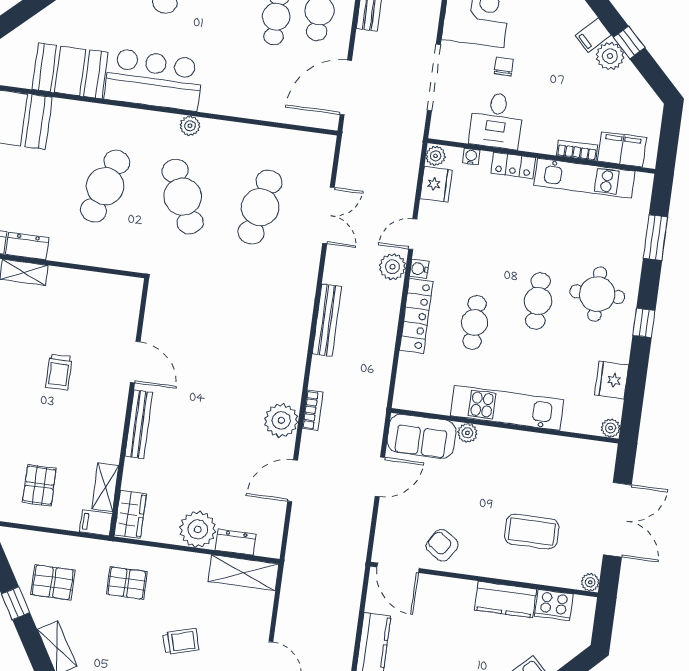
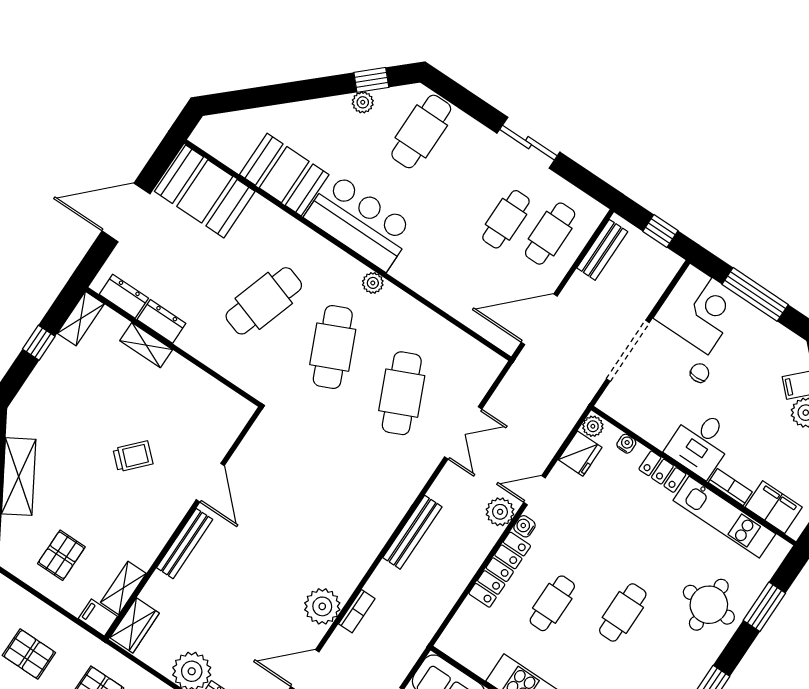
desk: (496, 120) -> (700, 443), moved
cafe table: (260, 207) -> (402, 393), turned -36
round table: (597, 294) -> (709, 605), moved
trolley: (59, 372) -> (133, 456), turned -137

